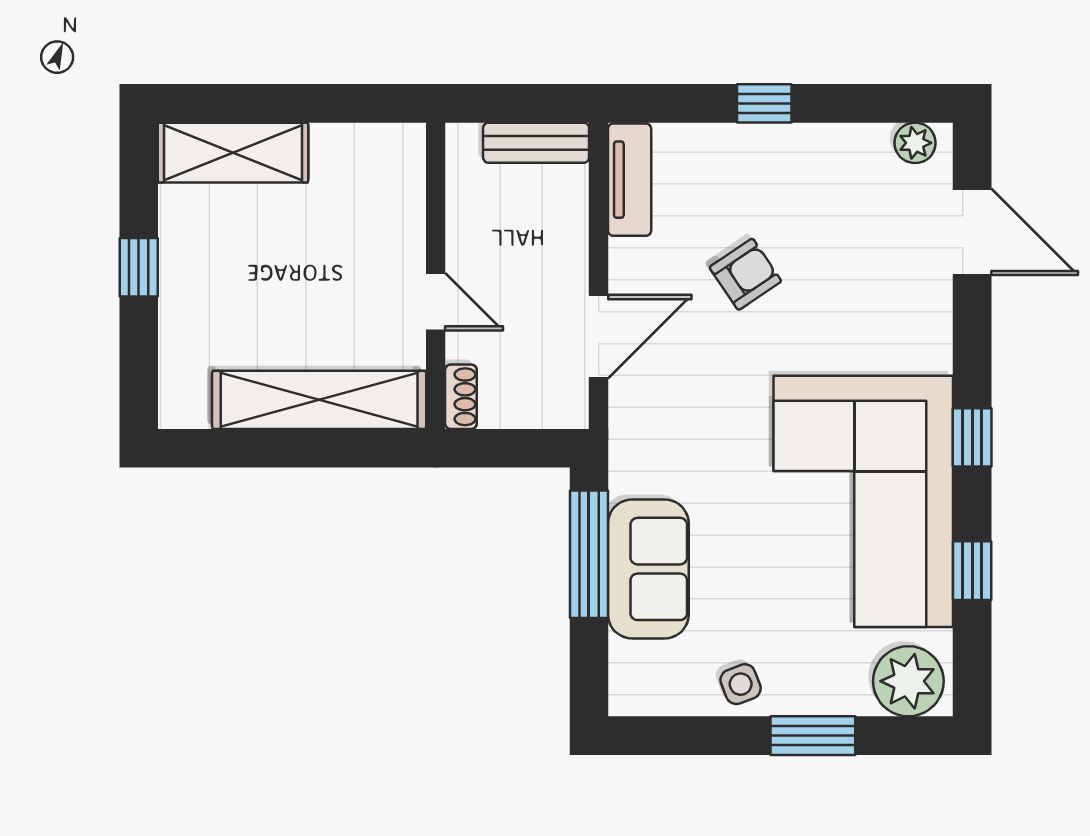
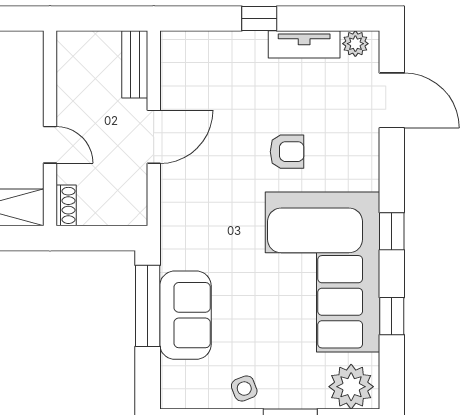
bench: (536, 143) -> (135, 64), moved, turned 90
tv unit: (630, 180) -> (304, 44), moved, turned 90
armchair: (745, 274) -> (287, 152), moved, turned 34
door: (599, 337) -> (154, 137), moved

